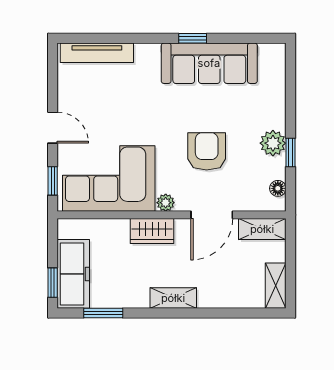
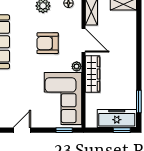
door: (53, 128) -> (22, 130), moved
wardrobe: (152, 231) -> (93, 74), width x1.50
shelving: (173, 298) -> (130, 62), removed

